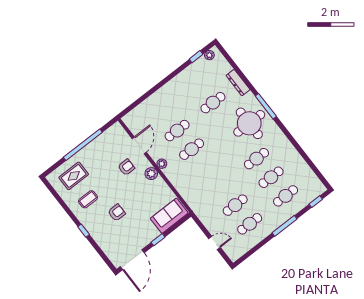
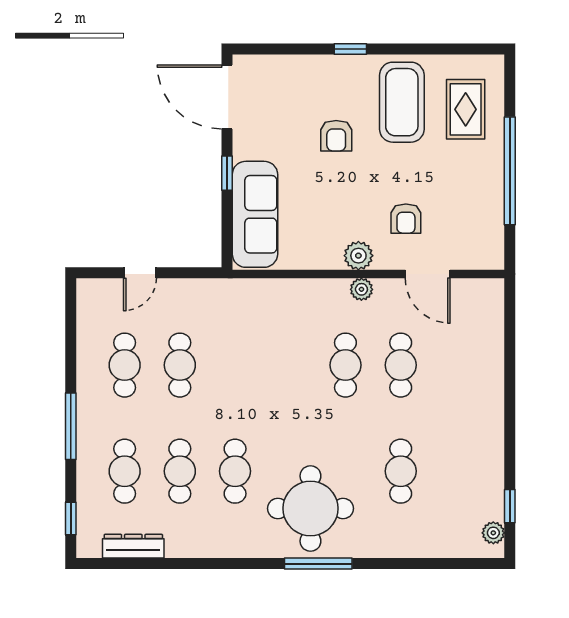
dresser: (238, 83) -> (133, 546), moved
coffee table: (88, 199) -> (402, 102), width x1.86, depth x1.72
sofa: (169, 216) -> (255, 214), width x1.36

